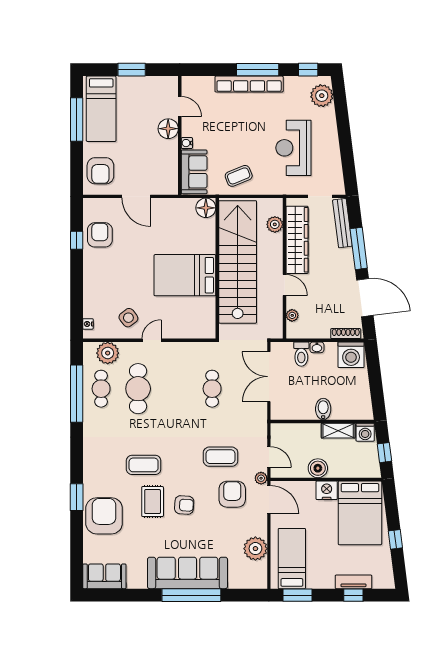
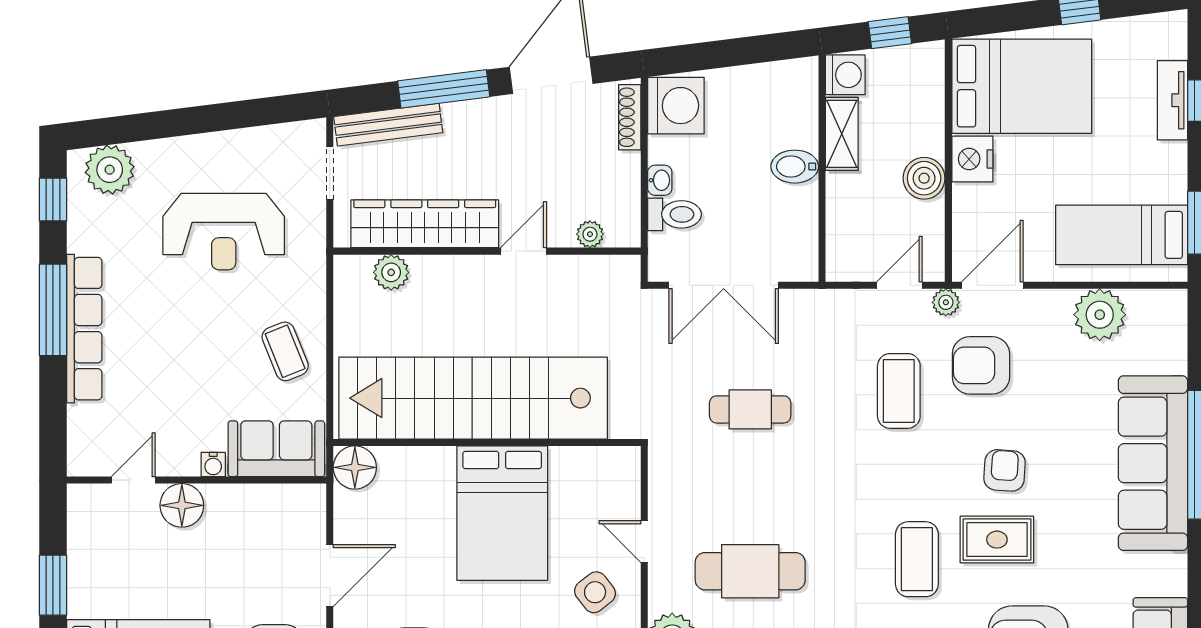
floor lamp: (206, 208) -> (355, 467), moved
stairs: (238, 262) -> (473, 398), moved
wall: (217, 268) -> (487, 442), moved
bed: (185, 275) -> (502, 513), moved

